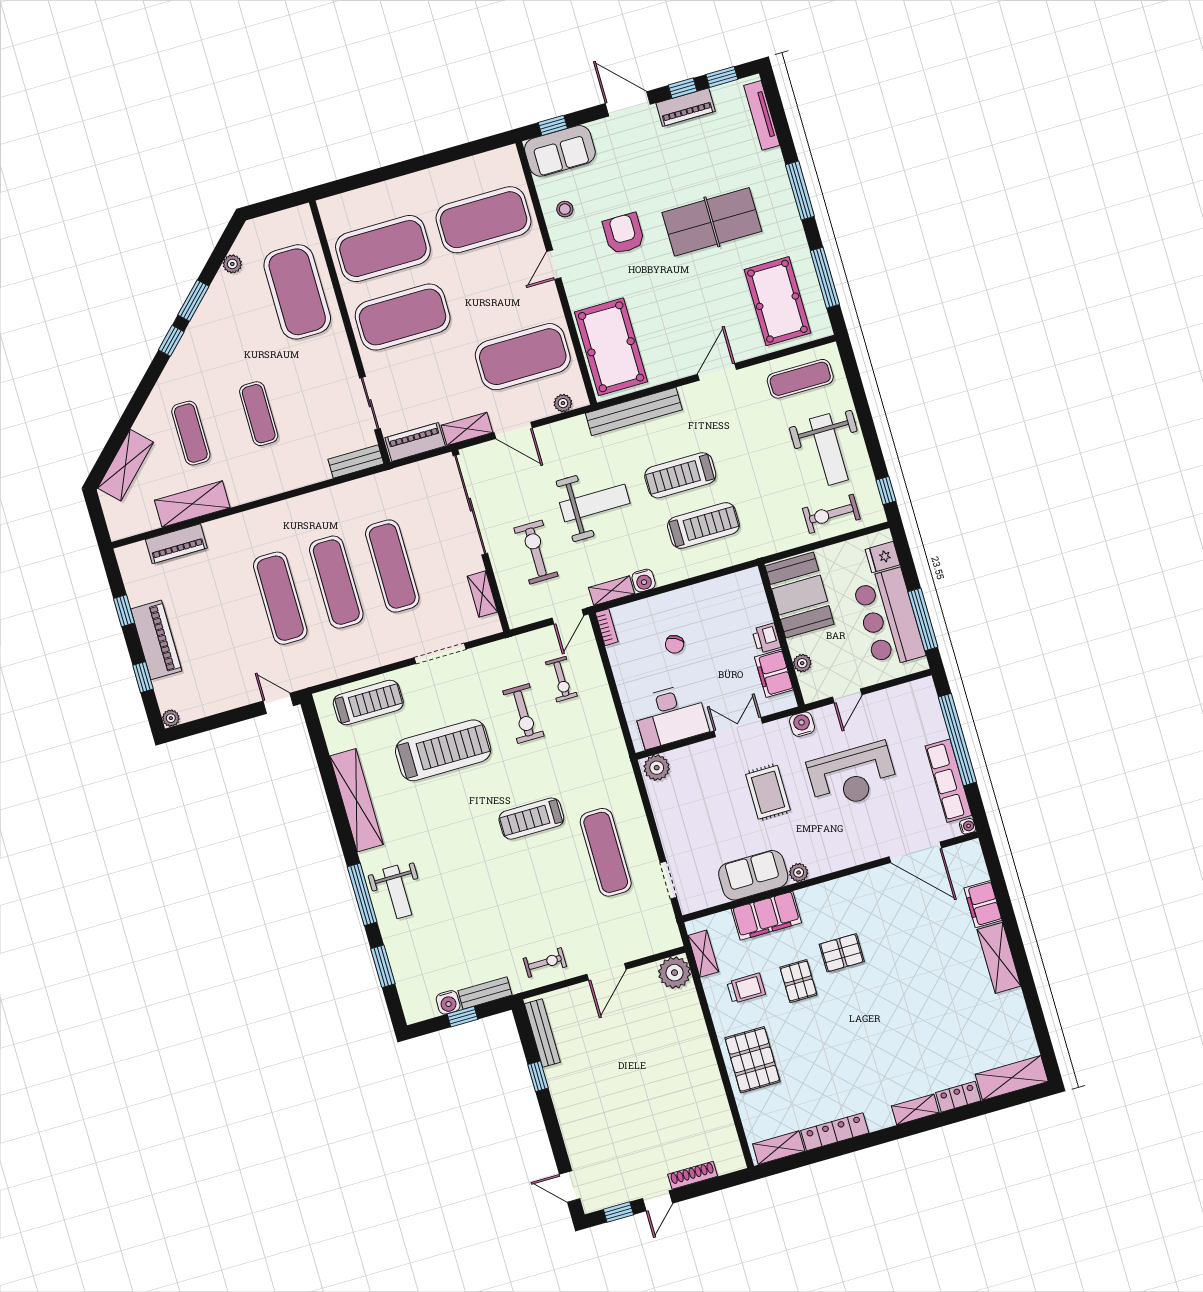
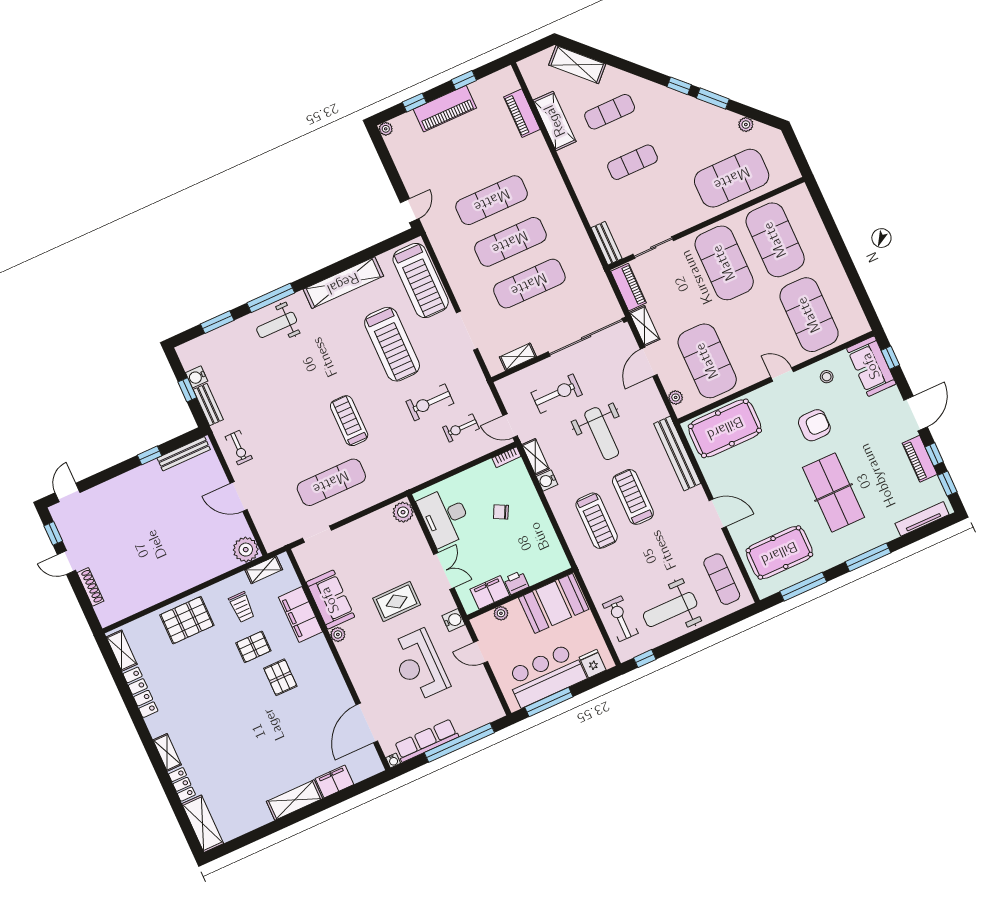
treadmill: (368, 702) -> (421, 281), width x1.37, depth x1.38

